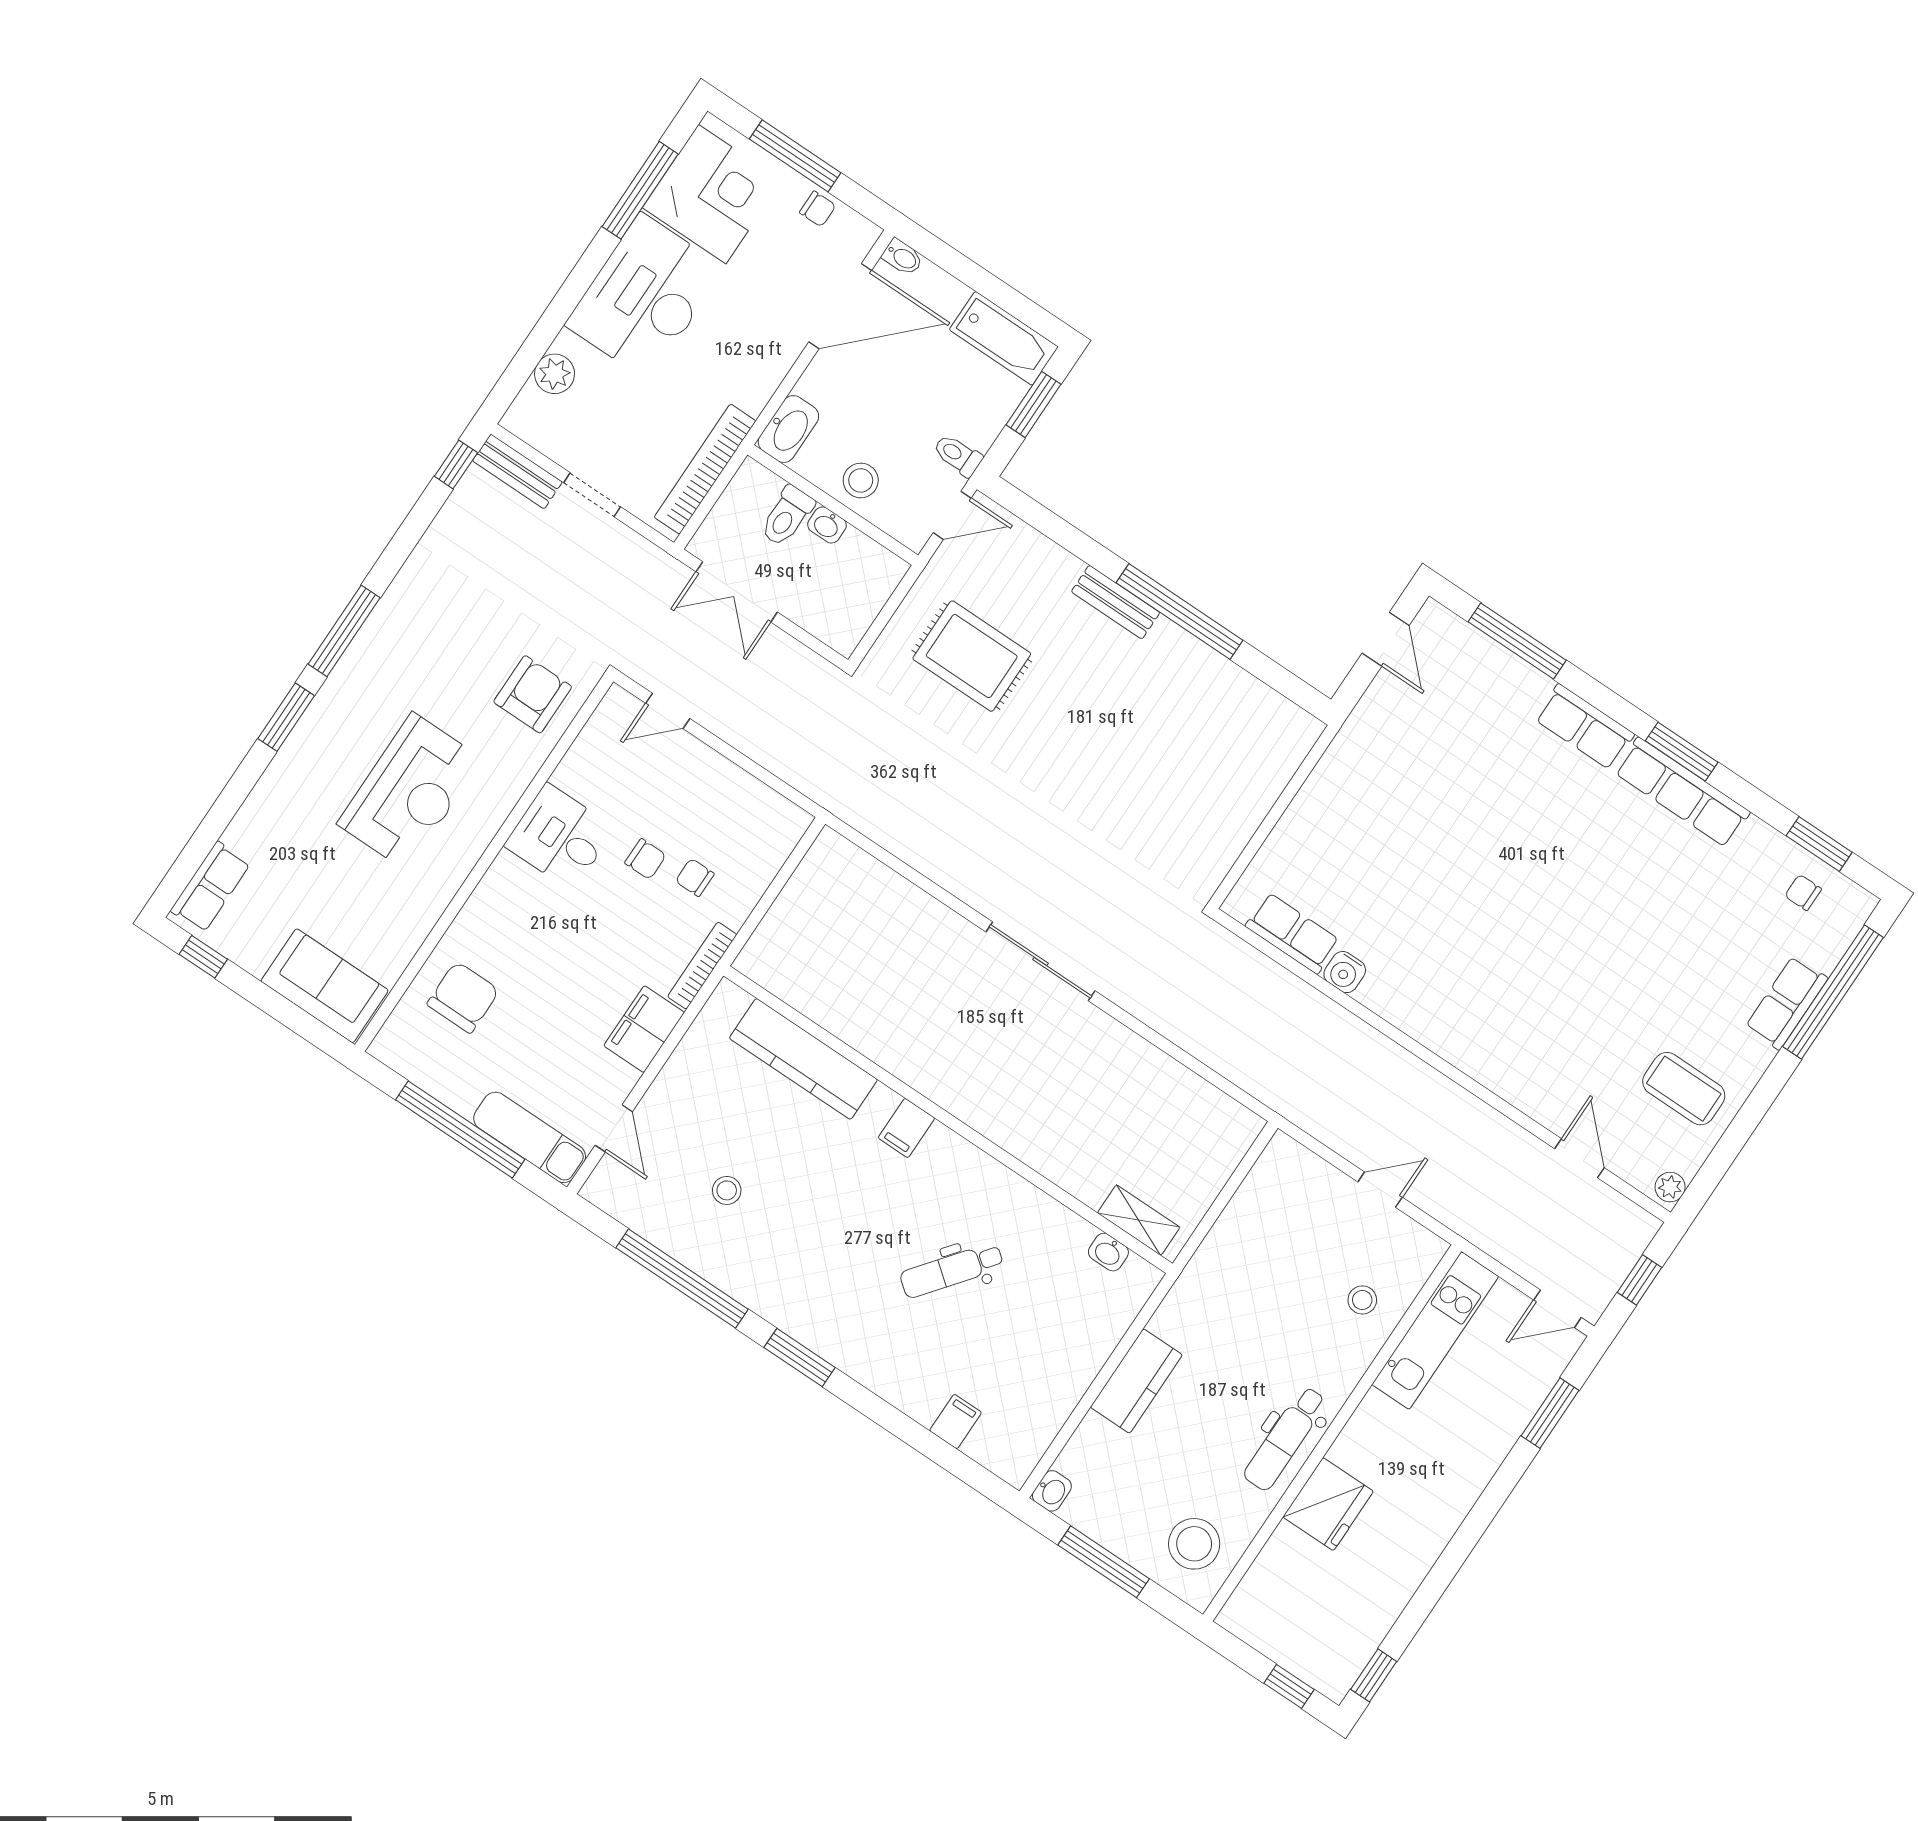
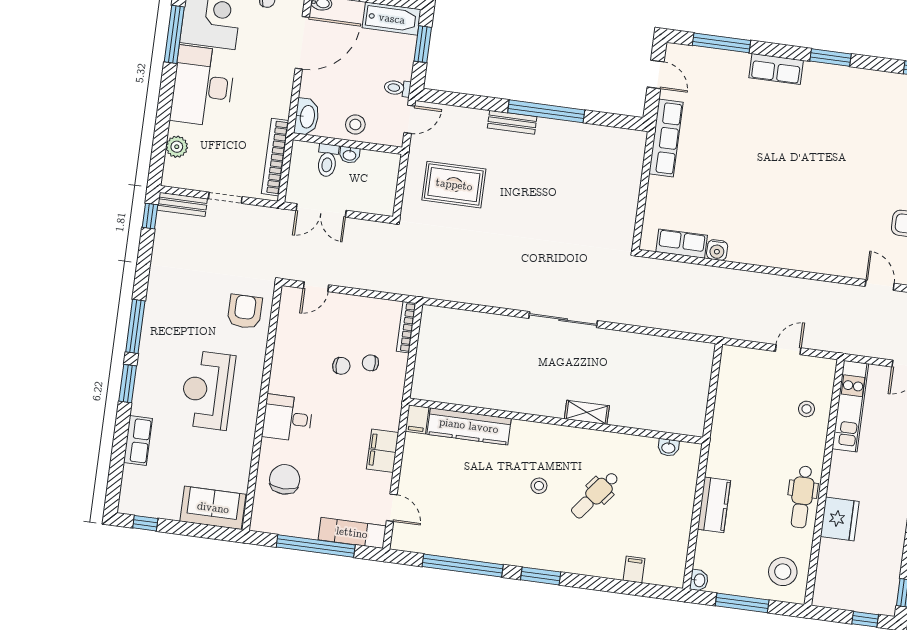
reception desk: (410, 791) -> (207, 390), turned 180
row of seats: (1682, 792) -> (666, 138), moved, turned -90
desk: (560, 837) -> (288, 418), moved
row of seats: (210, 887) -> (138, 441), moved
bookcase: (702, 966) -> (406, 327), moved
filing cabinet: (906, 1128) -> (417, 419), moved
stool: (727, 1190) -> (539, 486), moved
shelving: (1139, 1220) -> (587, 412), moved

